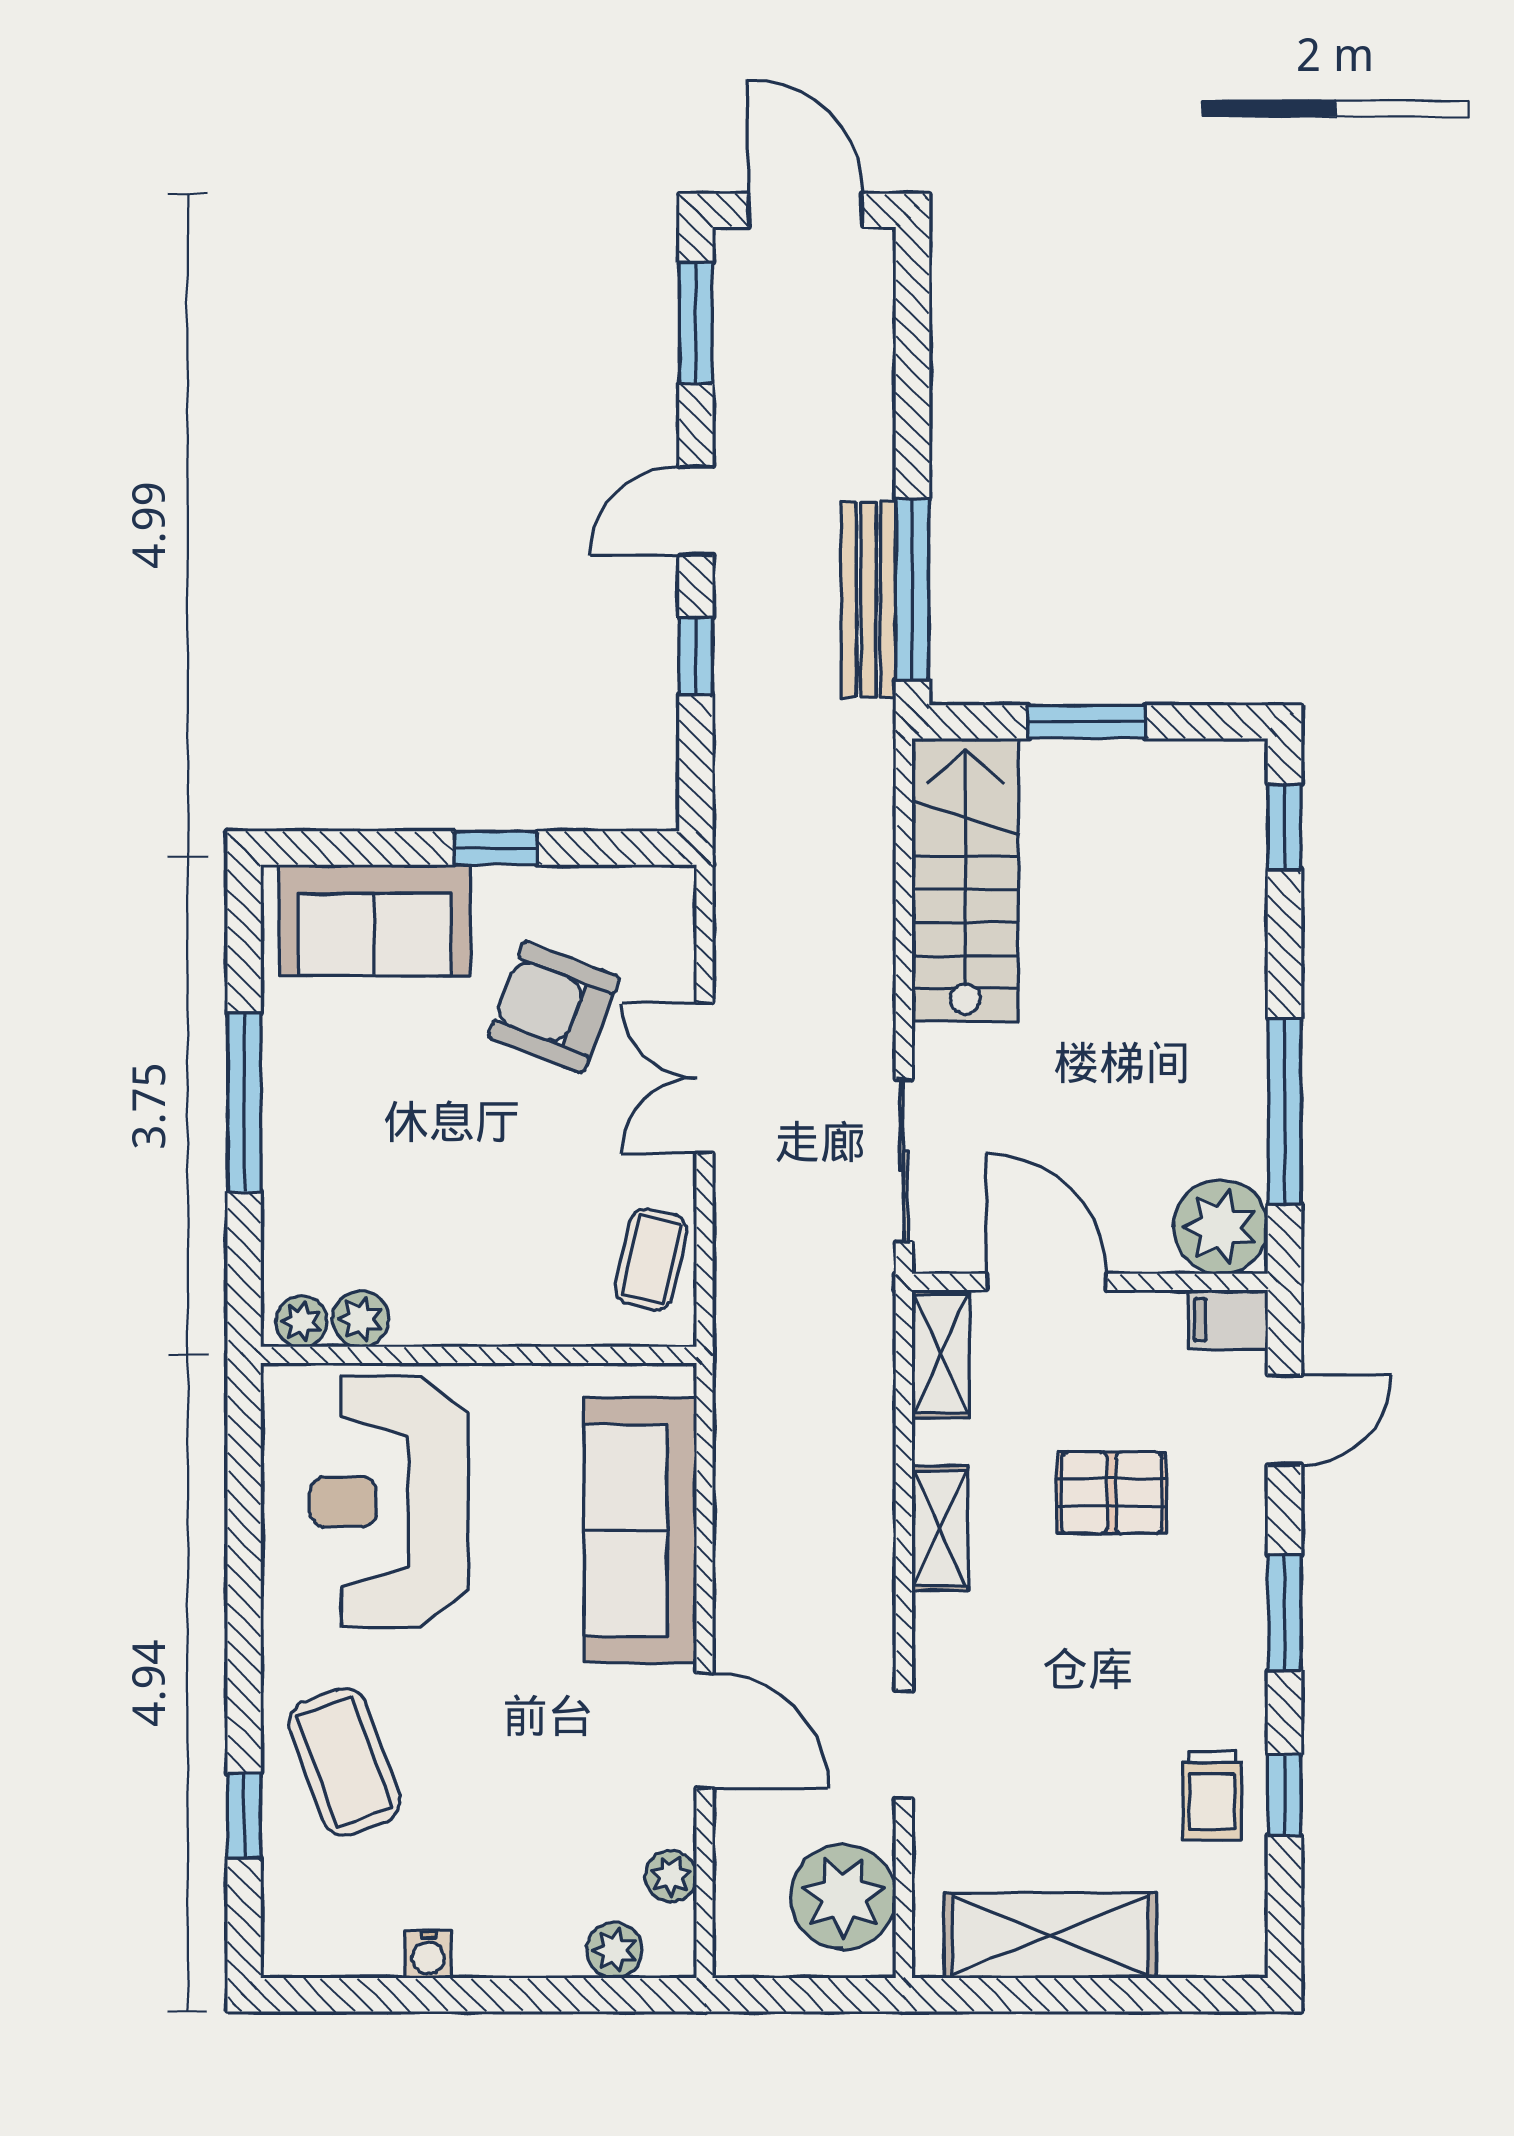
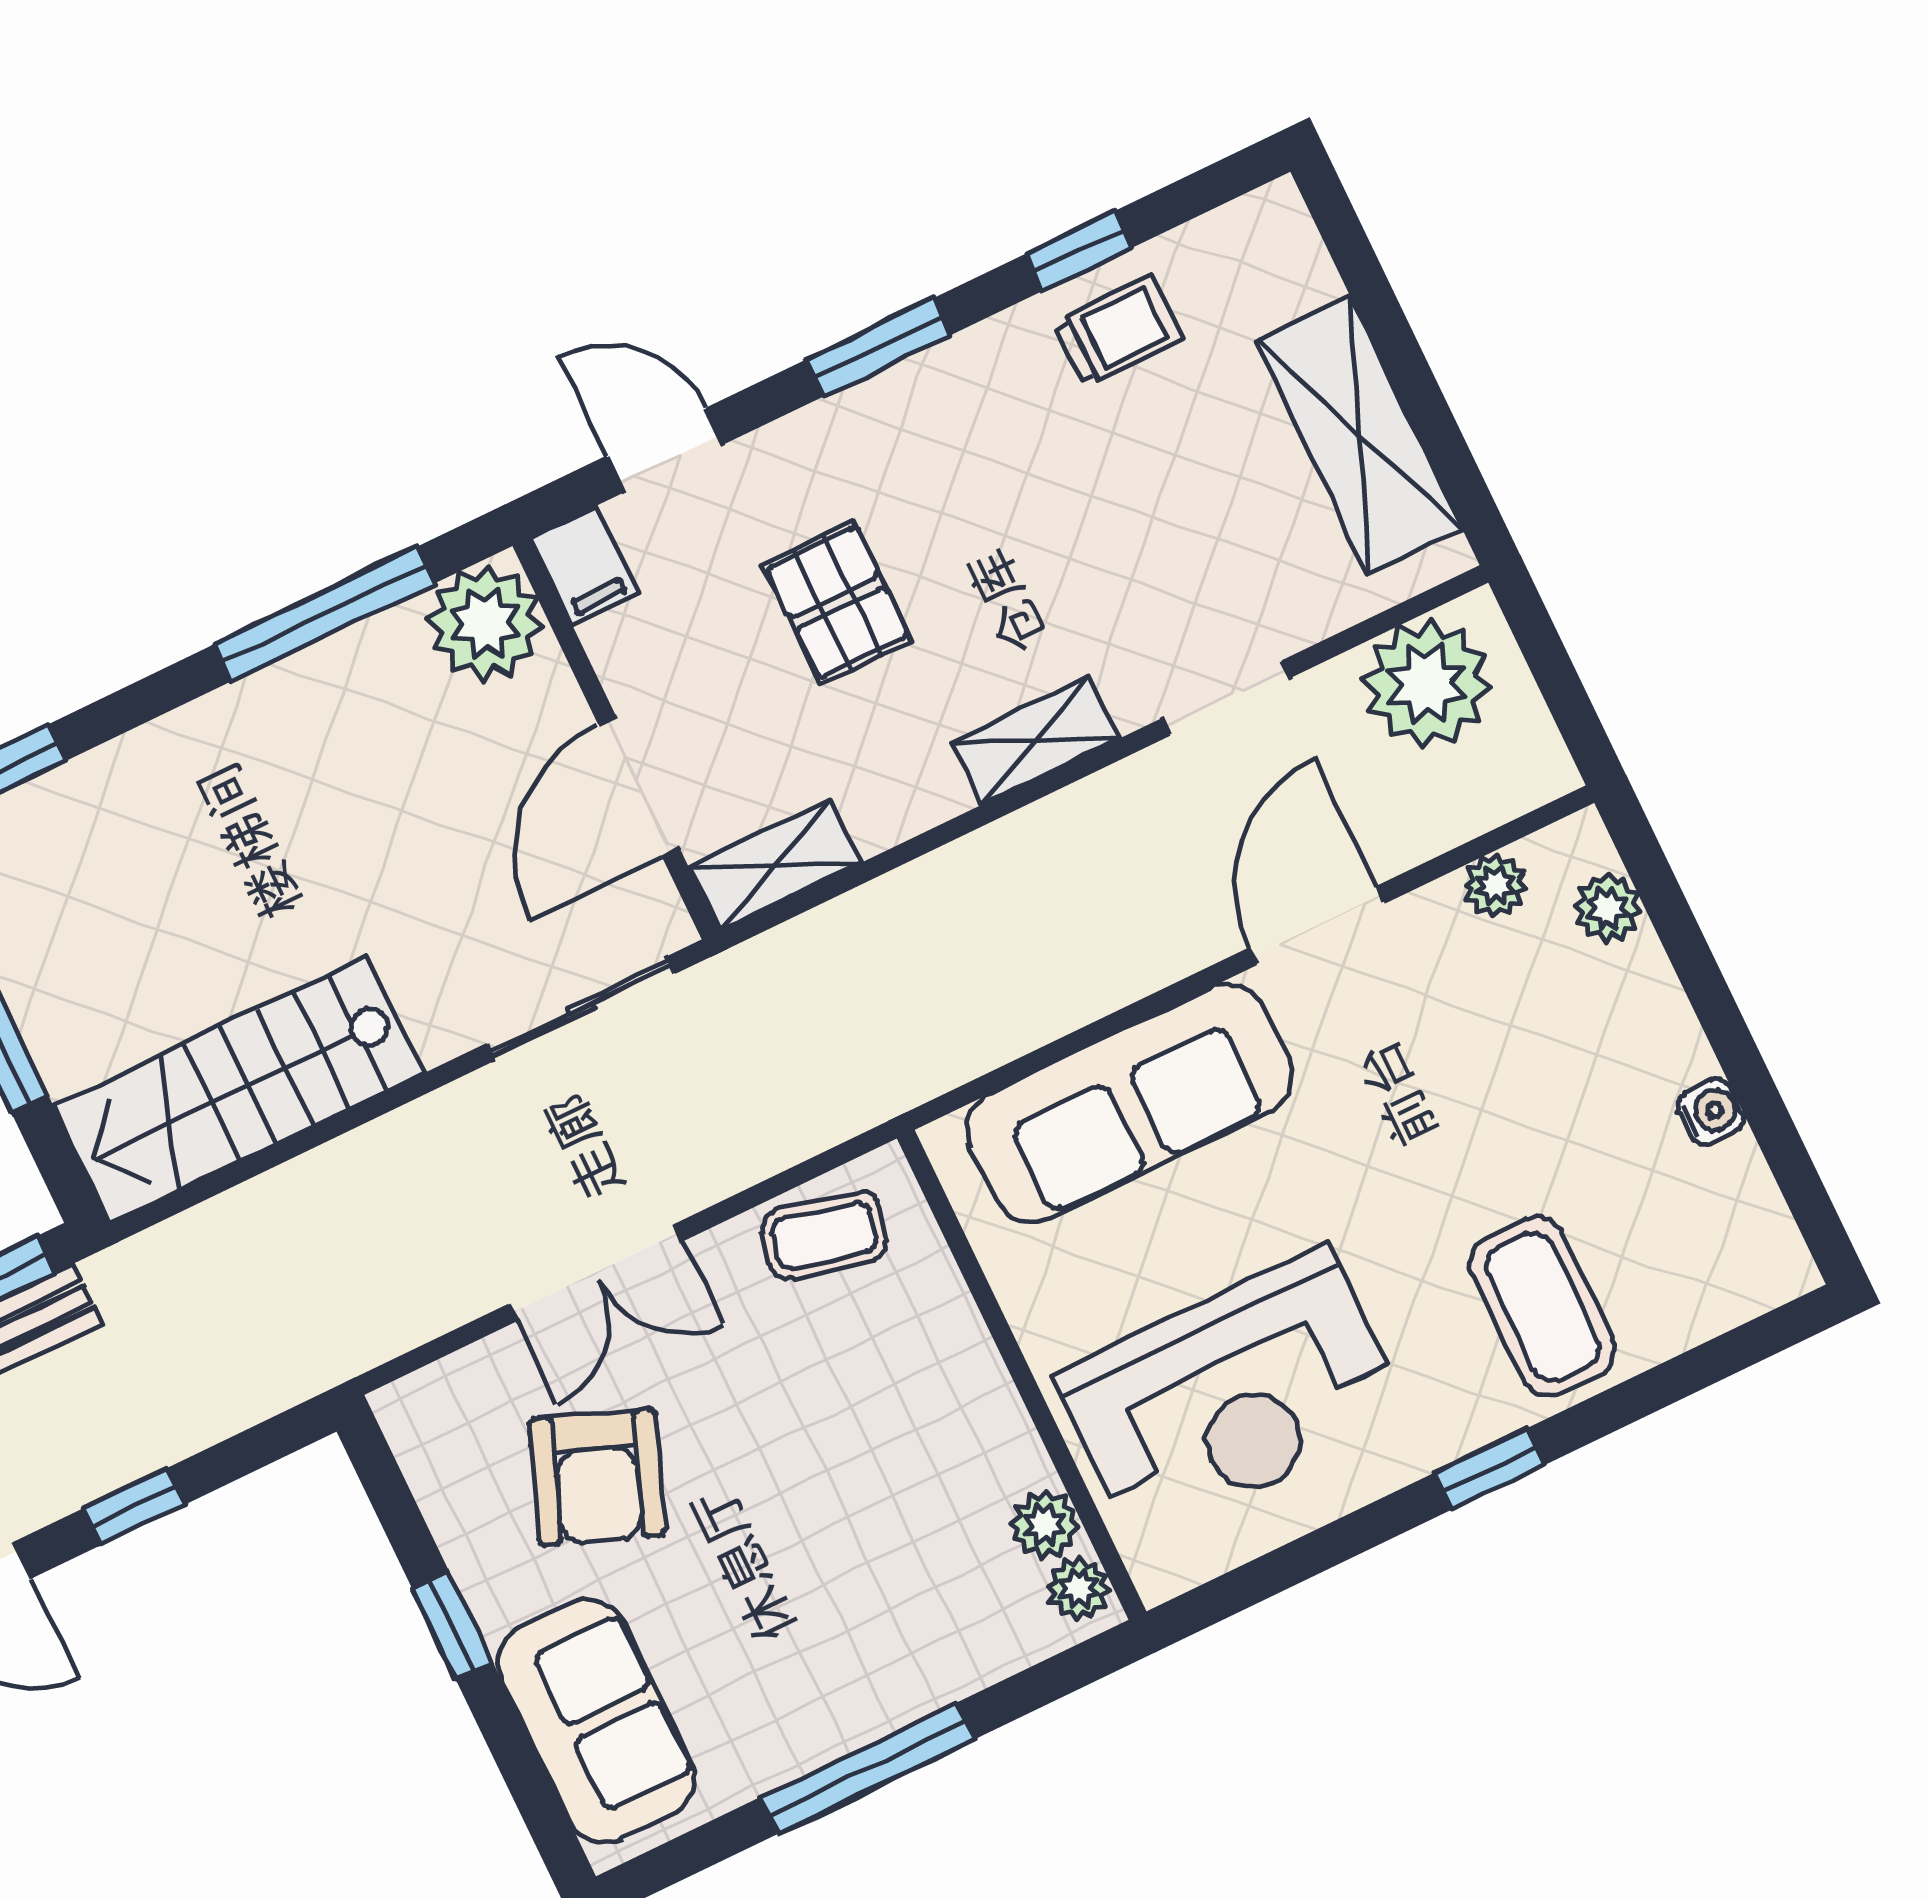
shelving: (940, 1528) -> (1035, 741), moved
coffee table: (344, 1762) -> (1543, 1307), turned -70
window: (244, 1816) -> (1489, 1469), moved

